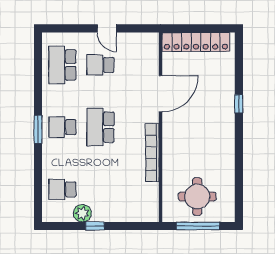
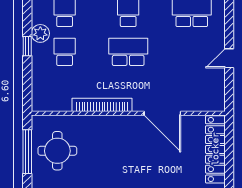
school desk: (100, 65) -> (65, 52), moved

